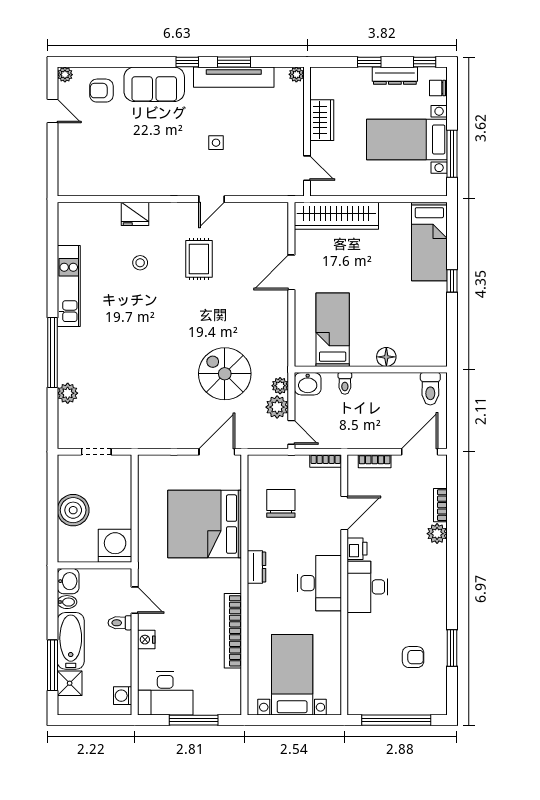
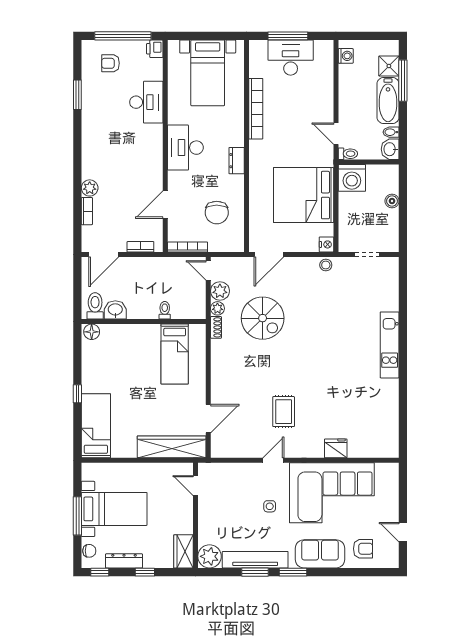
window: (187, 62) -> (293, 572), width x1.50
plant: (296, 74) -> (210, 556), width x1.87, depth x1.87
plant: (65, 75) -> (393, 562), removed
wardrobe: (322, 120) -> (183, 551), moved
window: (452, 154) -> (77, 516), moved
corner sofa: (140, 159) -> (332, 493), added
stool: (140, 263) -> (326, 265), moved
door: (291, 272) -> (208, 419), moved
kitchen unit: (69, 286) -> (390, 345), moved
window: (52, 352) -> (403, 335), removed
floor lamp: (386, 357) -> (92, 332), moved
shoe rack: (282, 362) -> (216, 327), added
washbasin: (308, 384) -> (115, 310), moved
plant: (68, 393) -> (391, 302), removed
bookcase: (326, 461) -> (188, 247), width x1.56
boiler: (73, 510) -> (392, 201), width x0.54, depth x0.54
bed: (205, 524) -> (304, 195), moved, turned 180
printer: (357, 549) -> (155, 49), moved
desk: (367, 587) -> (146, 102), moved
toilet: (120, 623) -> (348, 154), moved
nightstand: (146, 640) -> (326, 244), moved
armchair: (413, 657) -> (110, 63), moved
desk: (165, 694) -> (291, 58), moved

